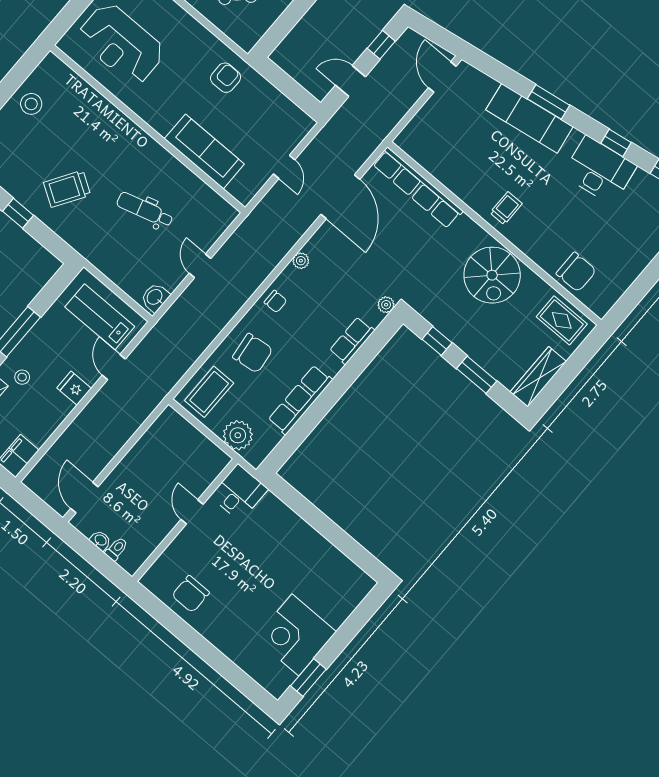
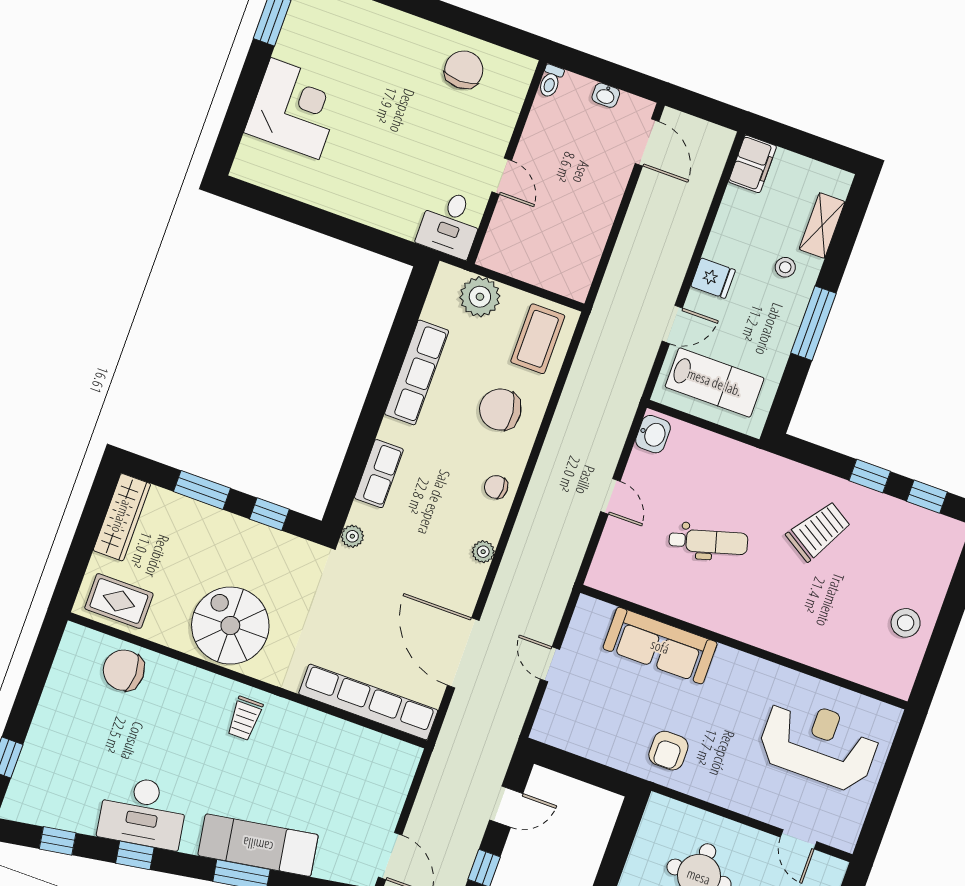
door: (114, 367) -> (672, 324), hinge flipped
toilet: (117, 549) -> (551, 81), moved
corner desk: (295, 635) -> (295, 108), moved

